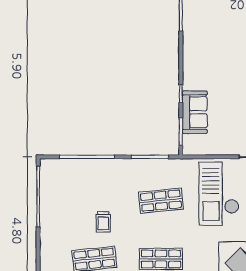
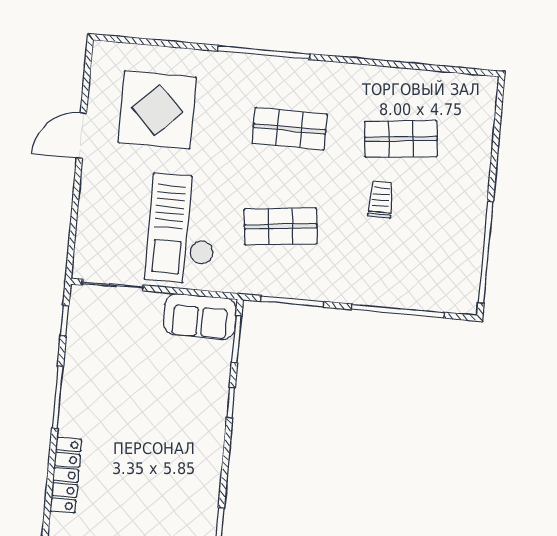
sofa: (195, 112) -> (200, 316), moved, turned -90
checkout: (219, 194) -> (182, 229), turned 180

